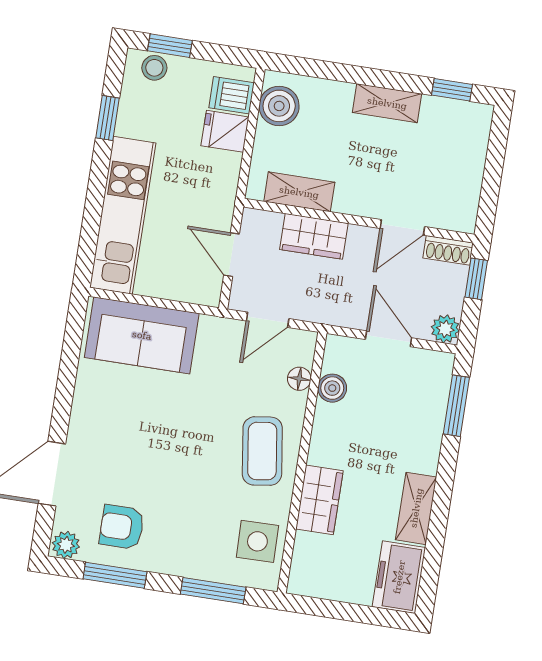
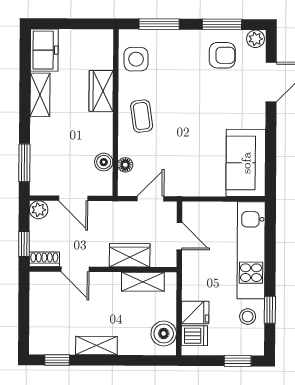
stool: (154, 68) -> (248, 317), moved
door: (402, 227) -> (75, 269), swing flipped
sofa: (142, 335) -> (246, 163), moved, turned -90
coffee table: (262, 451) -> (142, 116), width x0.73, depth x0.77

